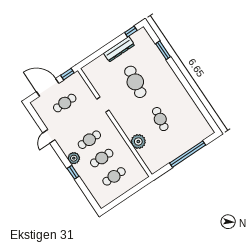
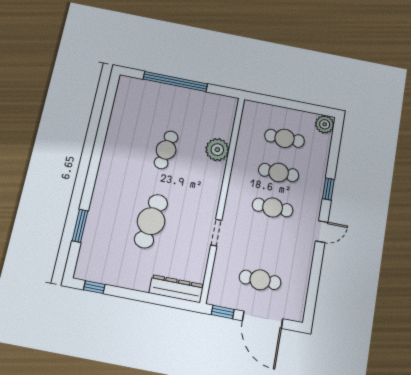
dresser: (119, 49) -> (176, 289), moved
door: (49, 136) -> (322, 232), moved
plant: (74, 158) -> (325, 124), moved

